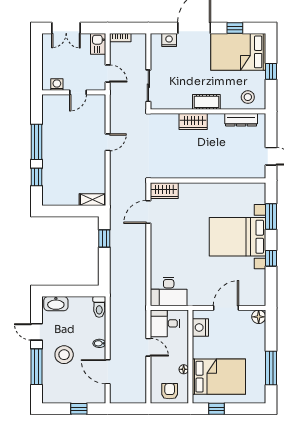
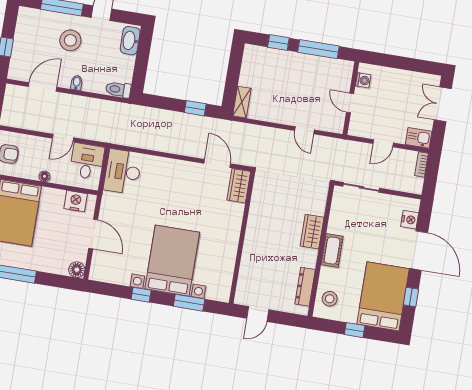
washing machine: (57, 84) -> (363, 80), moved
wall: (74, 92) -> (351, 98), moved
door: (78, 92) -> (350, 103), moved
floor lamp: (184, 369) -> (45, 176), moved

